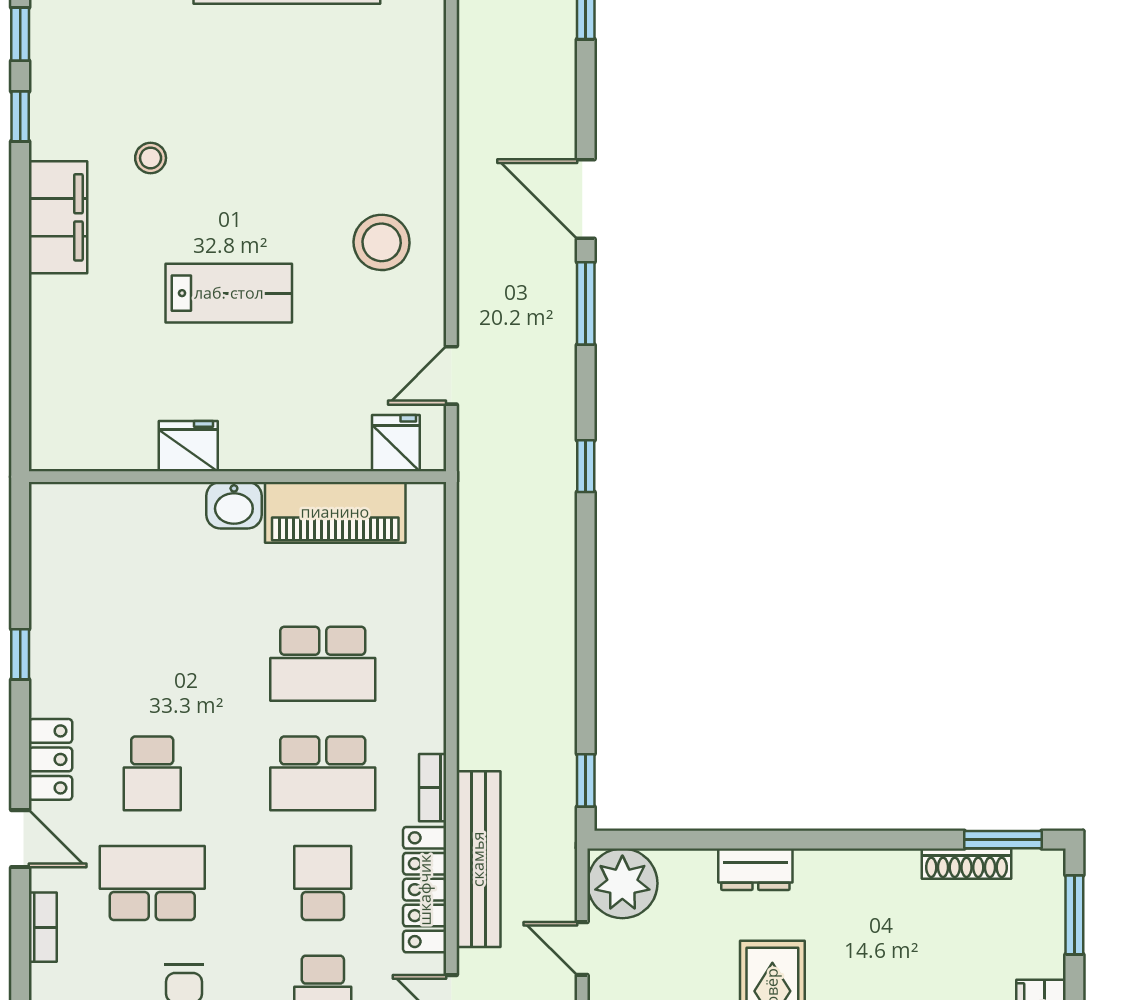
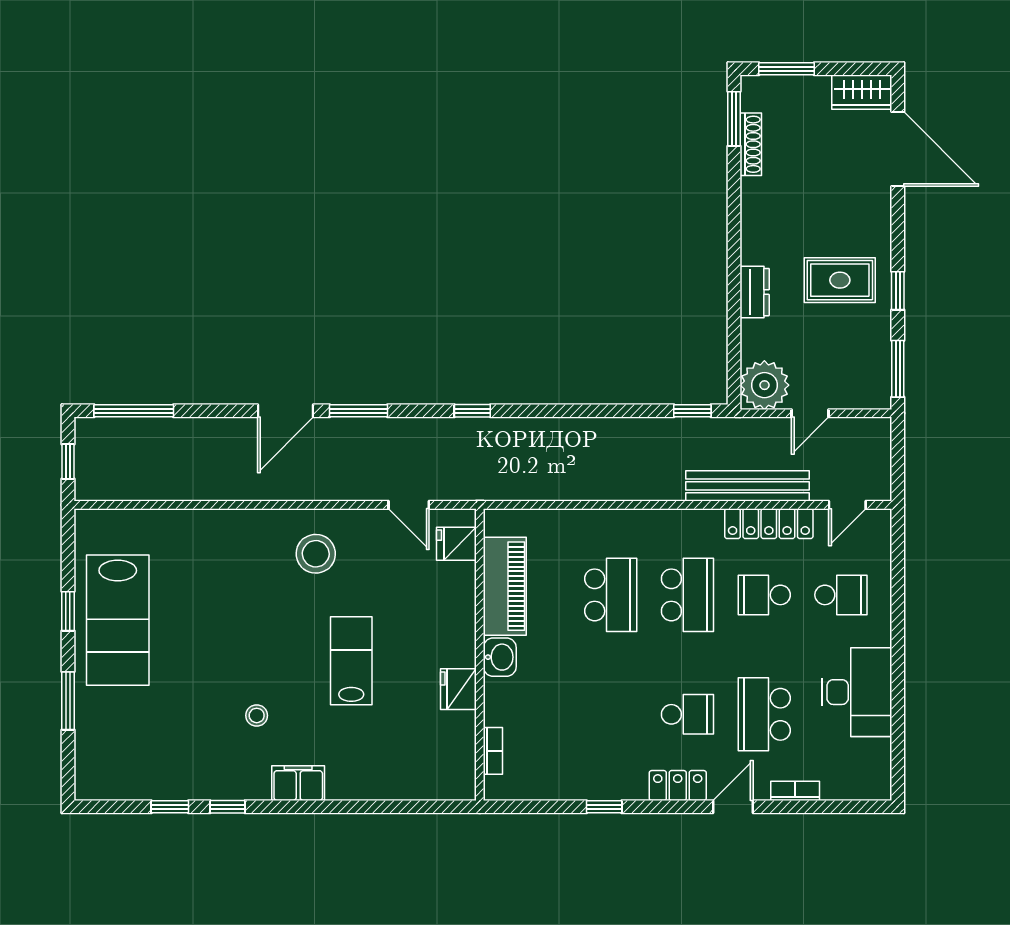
filing cabinet: (58, 217) -> (298, 783), width x0.67, depth x0.86
bookcase: (433, 788) -> (493, 751), moved, turned -90

